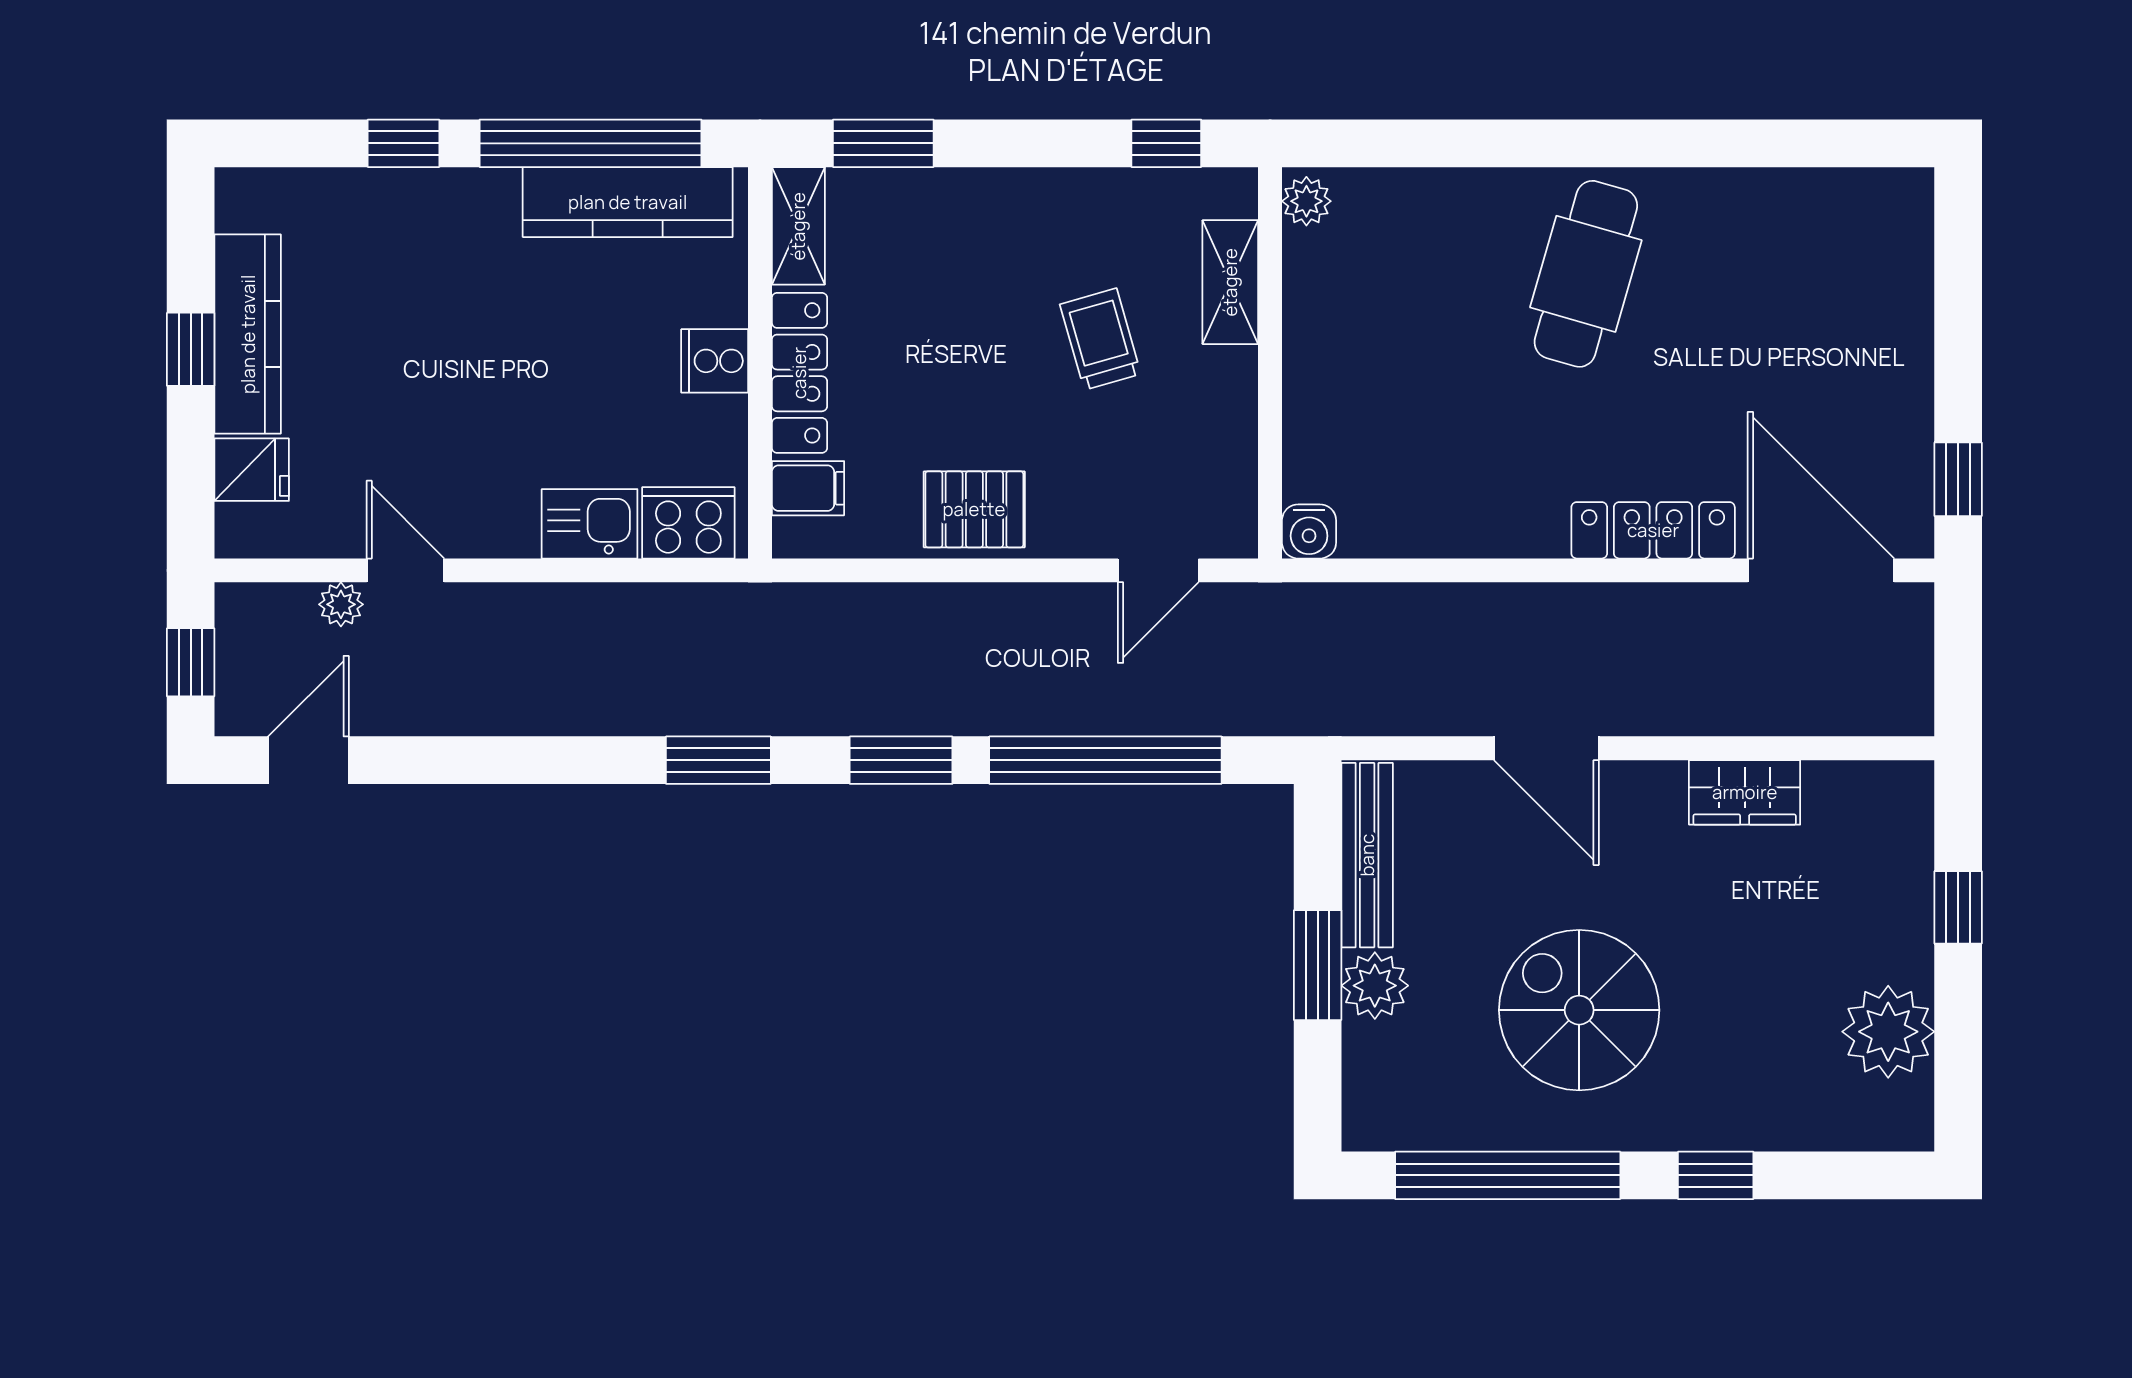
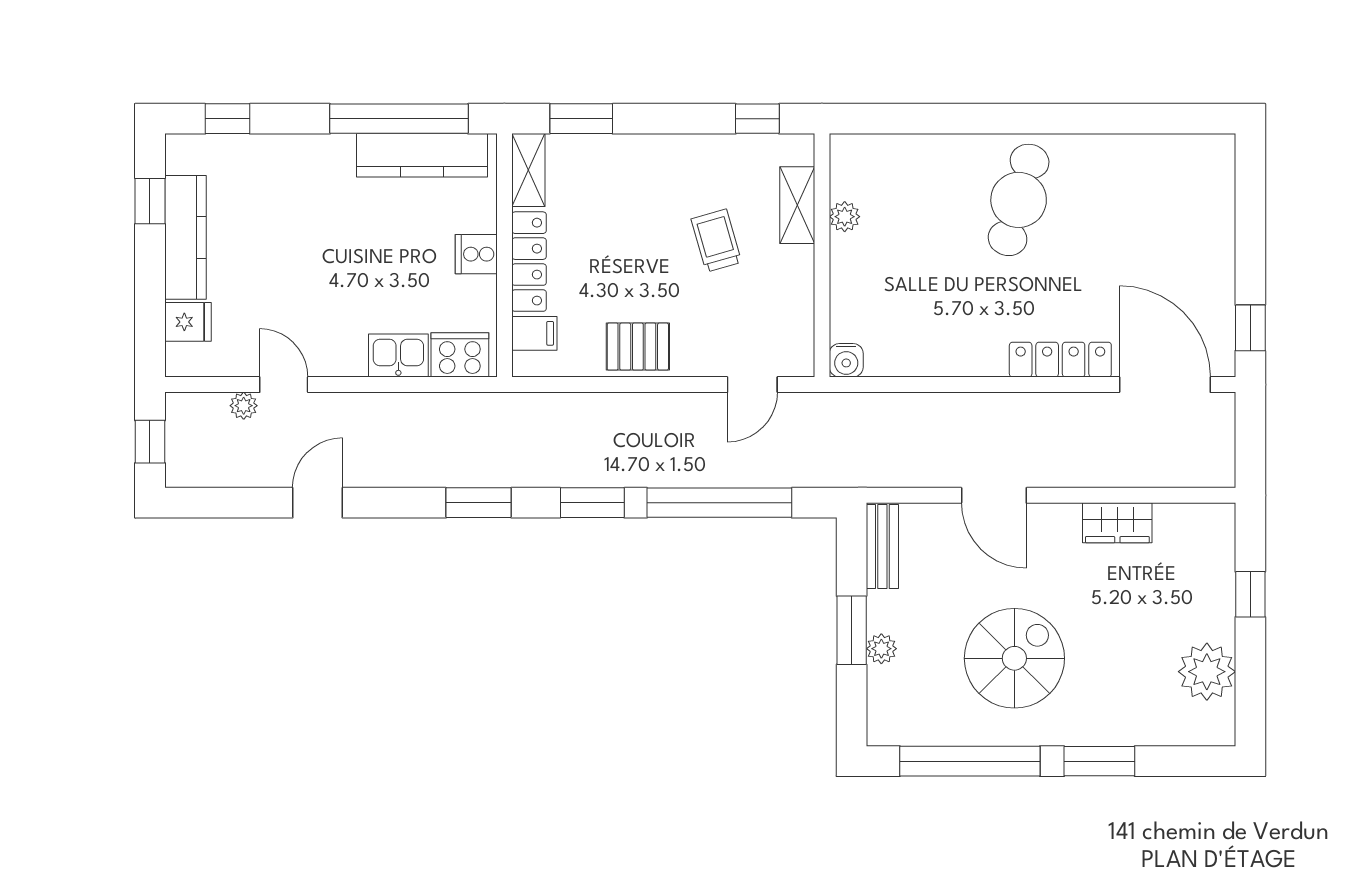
window: (403, 143) -> (228, 119), moved
plant: (1306, 201) -> (845, 217), moved
window: (191, 349) -> (150, 201), moved
door: (309, 760) -> (318, 503), moved
bench: (1367, 855) -> (882, 546), width x0.73
plant: (1375, 986) -> (881, 649), width x0.73, depth x0.73
spiral stairs: (1579, 1010) -> (1014, 658), turned 90
window: (1716, 1175) -> (1099, 761), width x1.50

